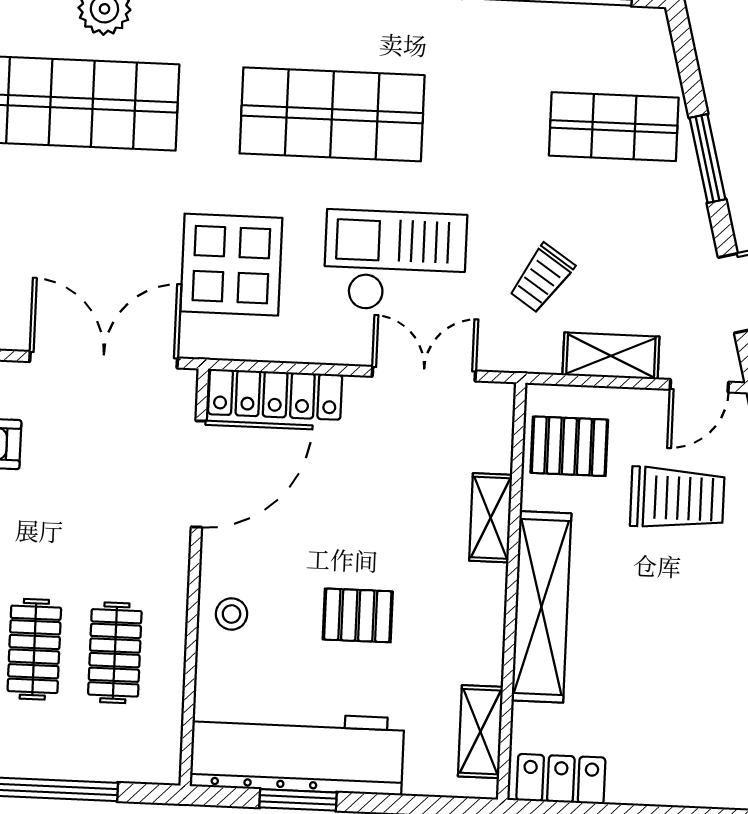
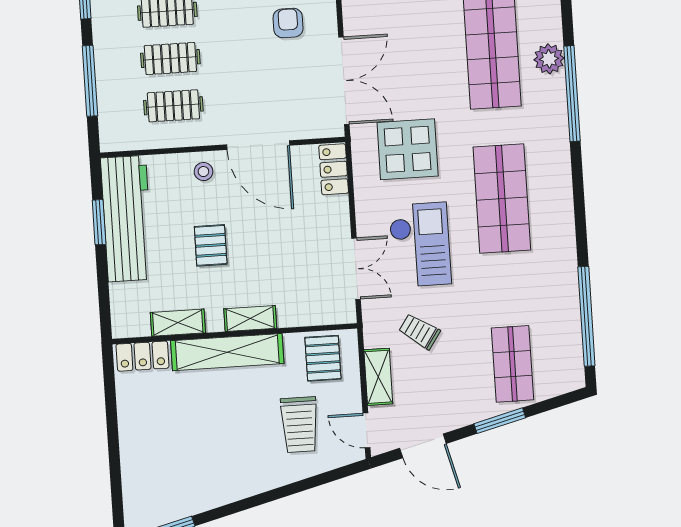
locker: (275, 394) -> (334, 169), width x0.66
door: (199, 474) -> (258, 145), moved
shelving: (491, 518) -> (250, 319), moved
shelving: (480, 732) -> (178, 323), moved
locker: (561, 779) -> (142, 356), moved, turned 90

